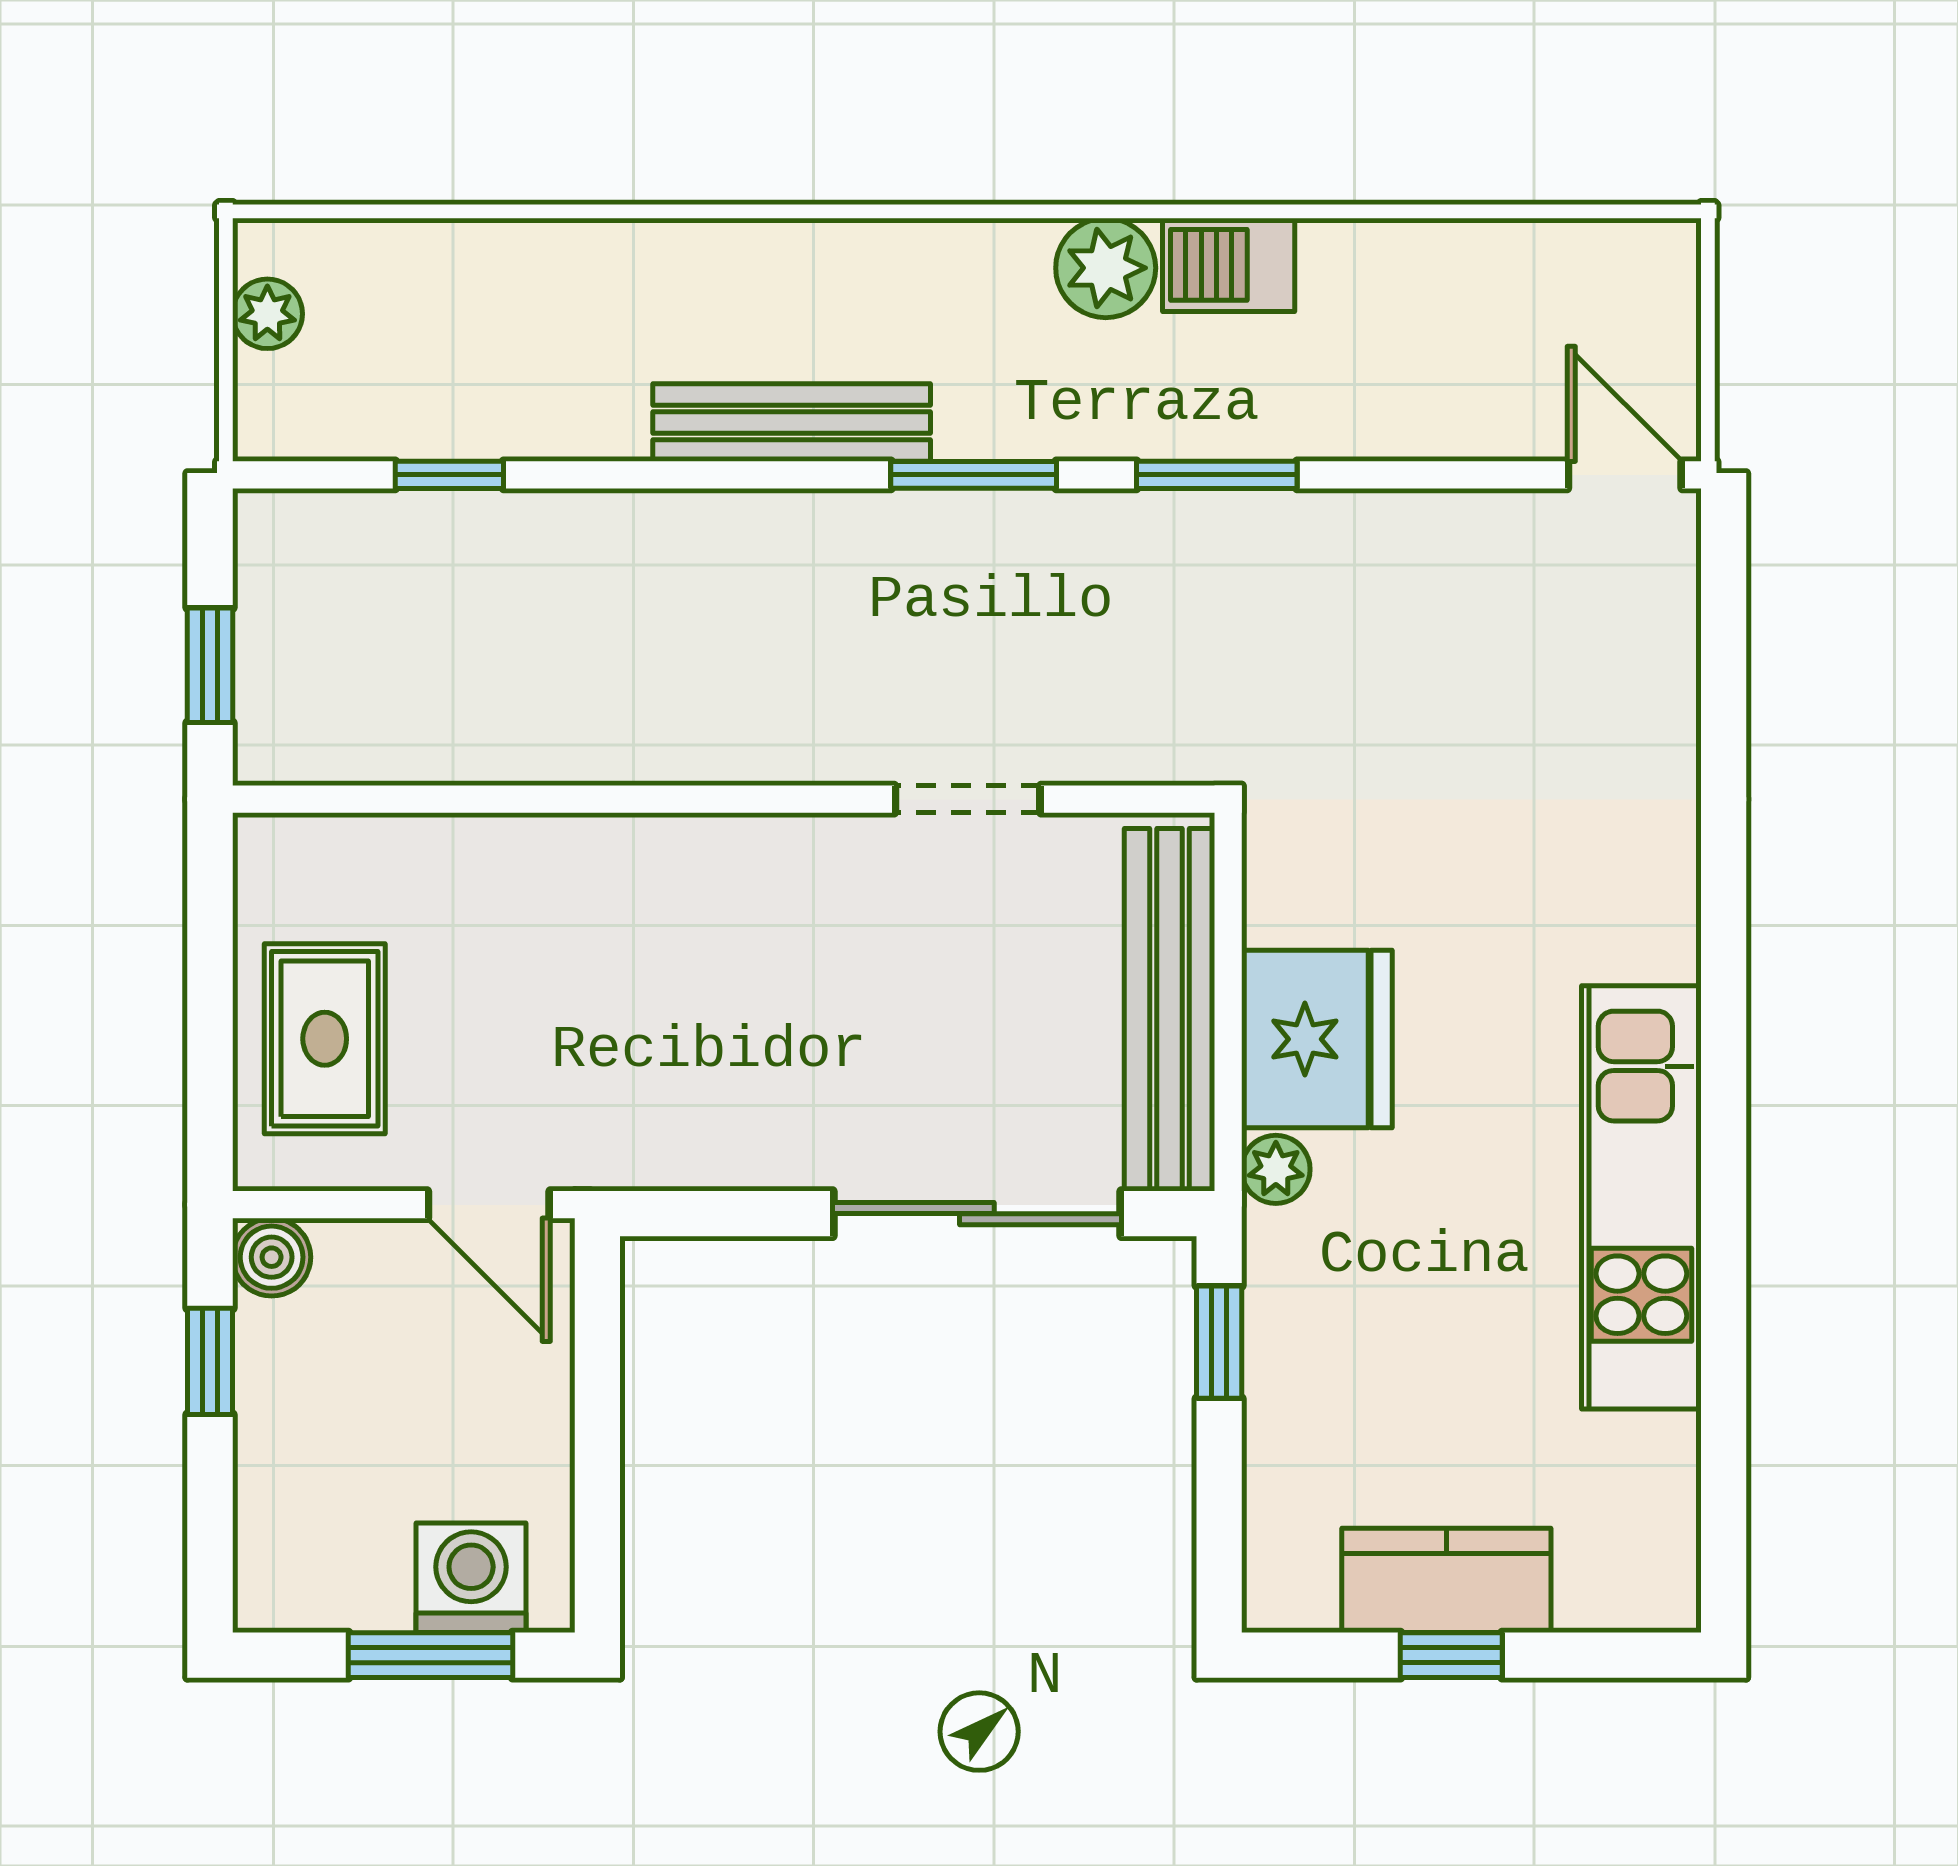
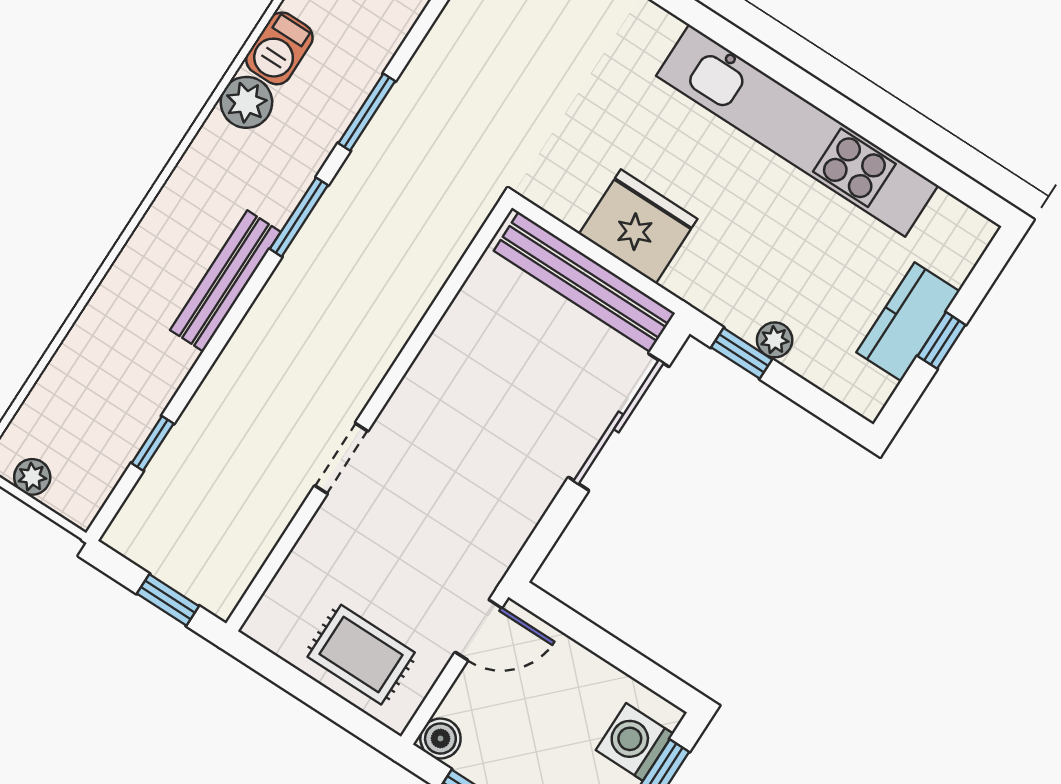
doorway: (968, 799) -> (341, 458), moved
plant: (1276, 1169) -> (775, 340), moved
kitchen unit: (1641, 1197) -> (797, 131), width x1.36

